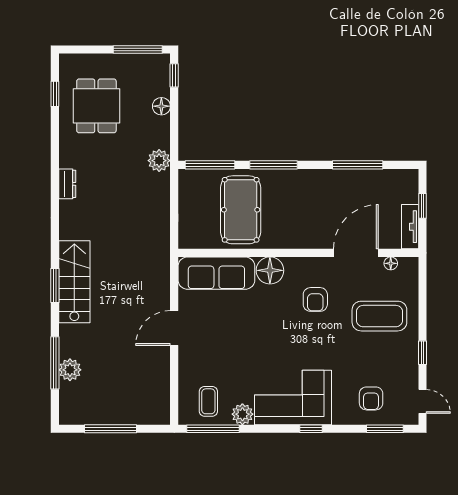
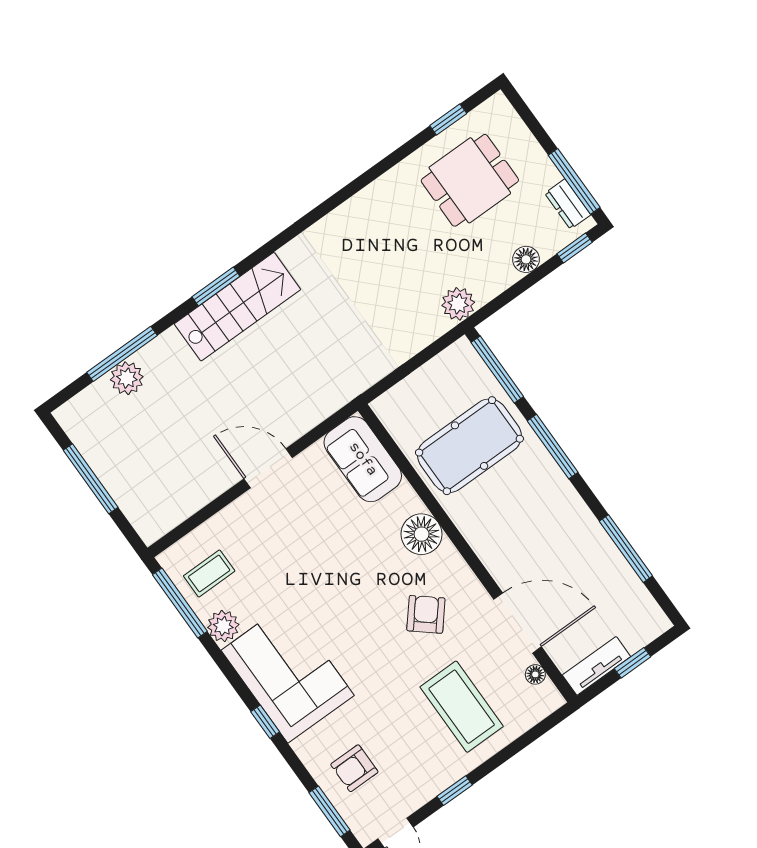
dresser: (67, 184) -> (568, 204), moved, turned 90
sofa: (216, 273) -> (363, 459), width x0.73
armchair: (315, 299) -> (426, 614), turned 130

